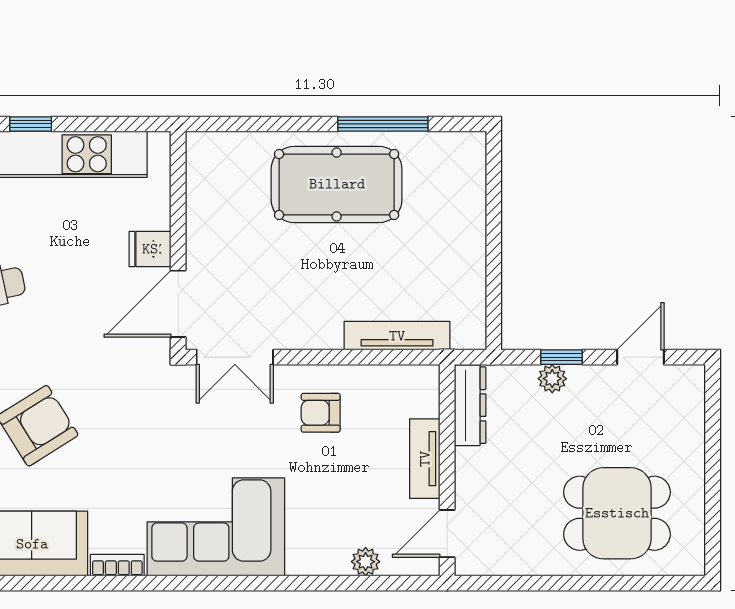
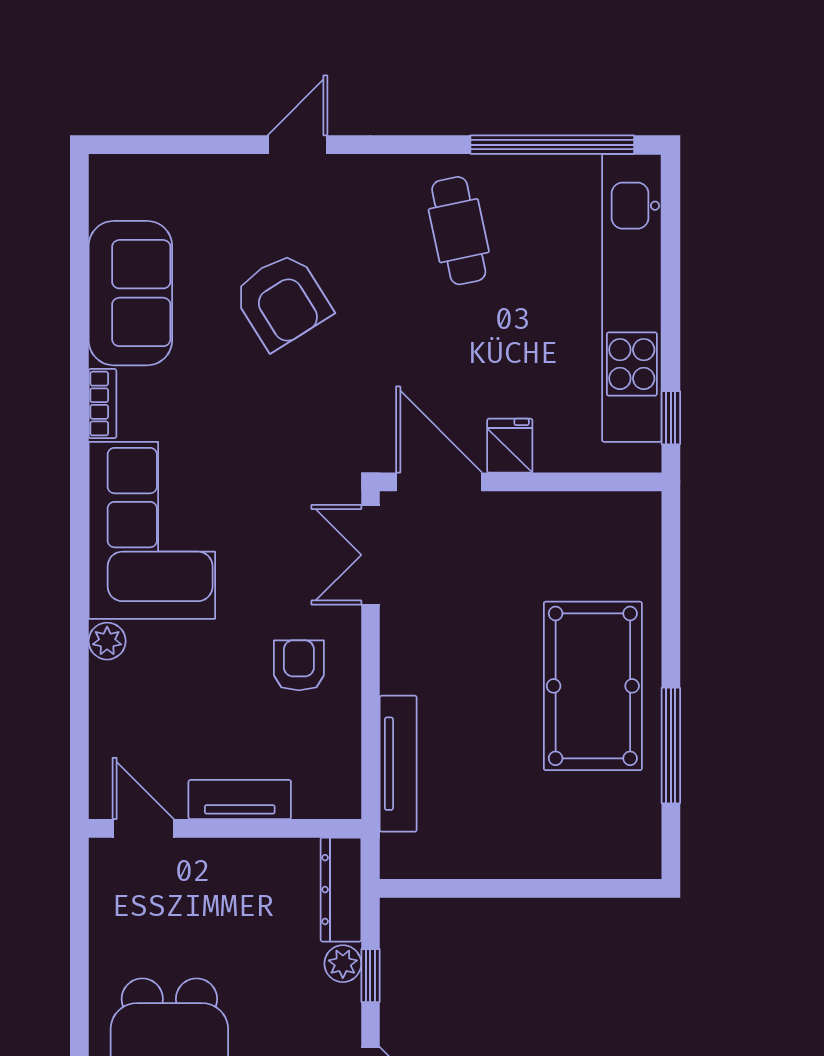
window: (31, 124) -> (671, 418), moved
dresser: (470, 405) -> (341, 890), moved, turned 90
plant: (366, 562) -> (107, 641), moved

